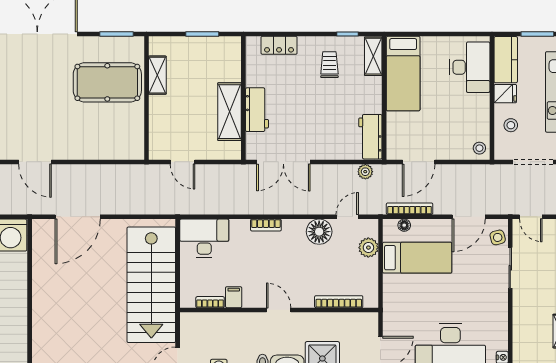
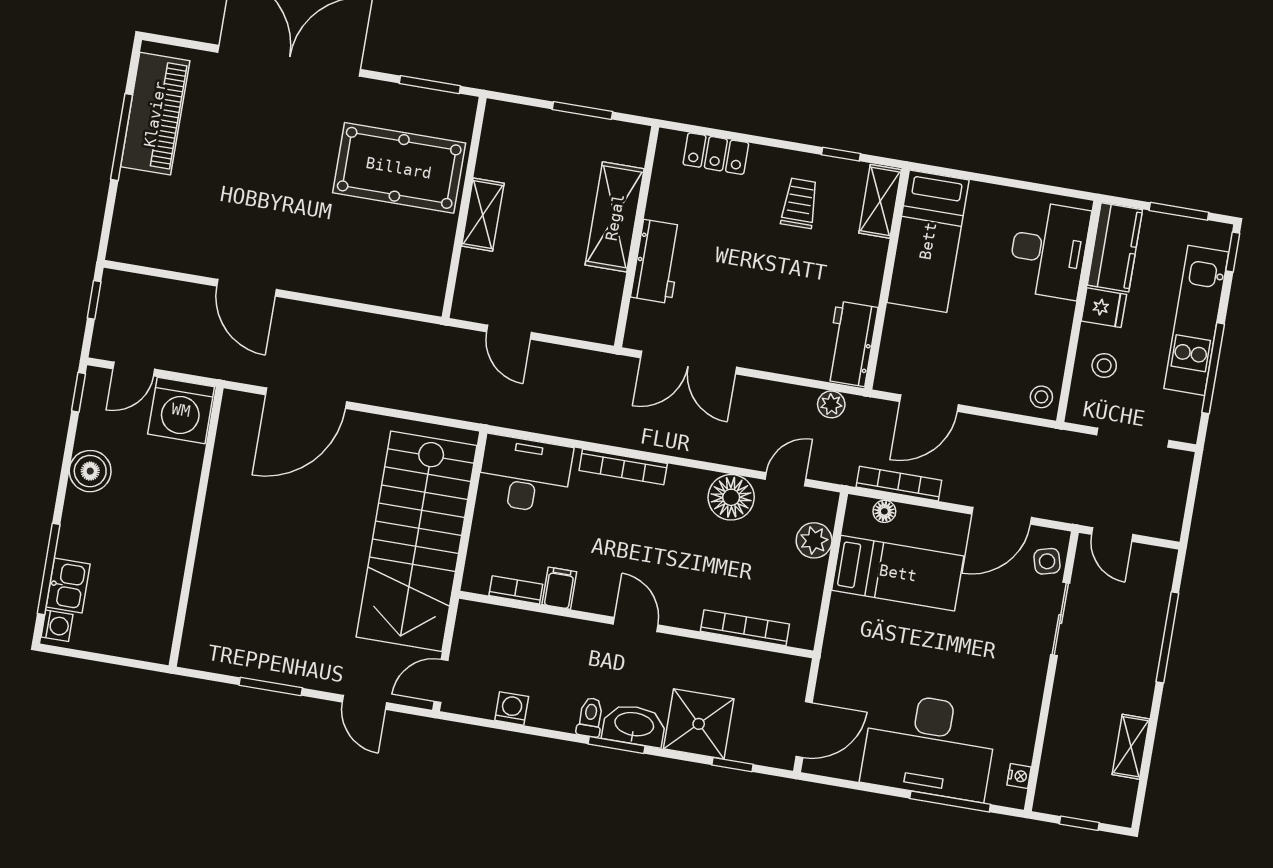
shelving: (157, 75) -> (483, 215), moved
shelving: (230, 112) -> (615, 217), moved
bookcase: (266, 225) -> (623, 467), width x1.56

